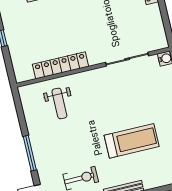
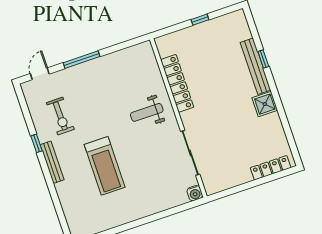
weight bench: (59, 103) -> (147, 112), moved

